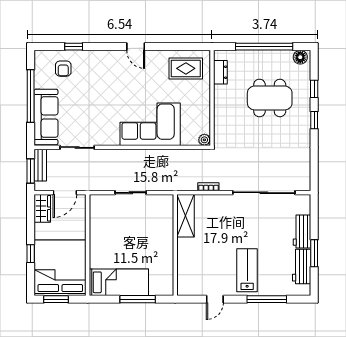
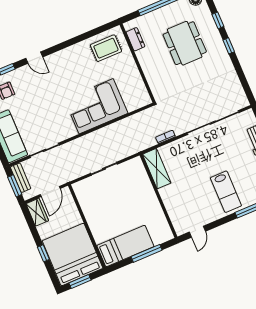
door: (136, 47) -> (34, 58), moved
dining table: (270, 98) -> (185, 43), turned 90
plant: (204, 140) -> (146, 100), removed
lab bench: (247, 270) -> (226, 192), turned 180
door: (215, 299) -> (197, 232), moved

